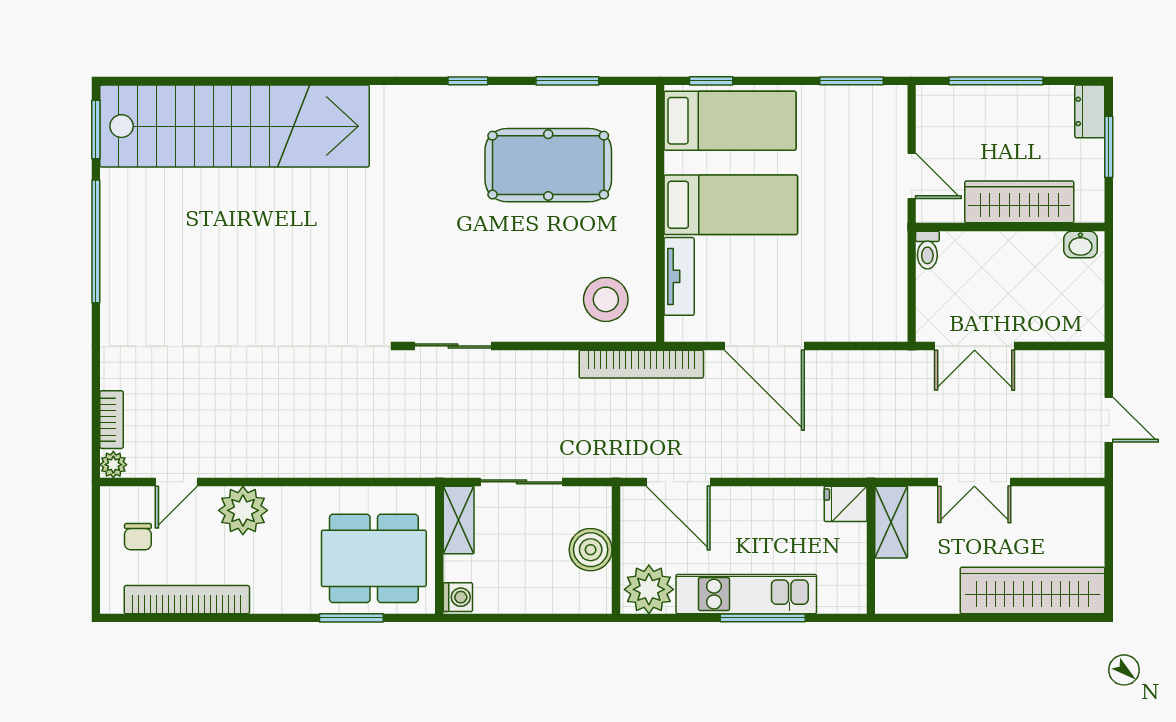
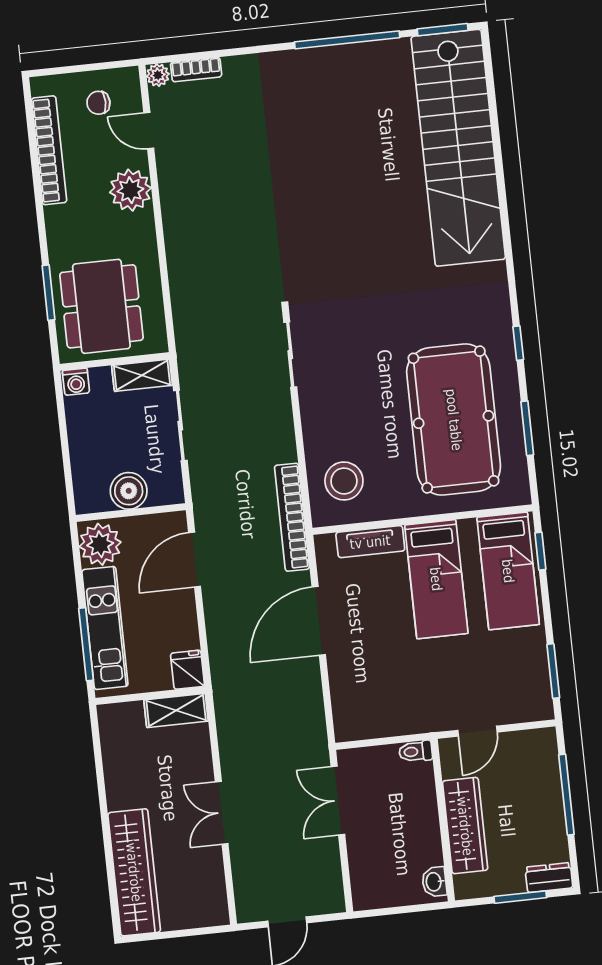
pool table: (548, 165) -> (454, 420), width x1.36, depth x1.32
fridge: (846, 504) -> (187, 670), moved
shelving: (891, 522) -> (176, 710), moved
wall: (871, 550) -> (150, 696), moved

